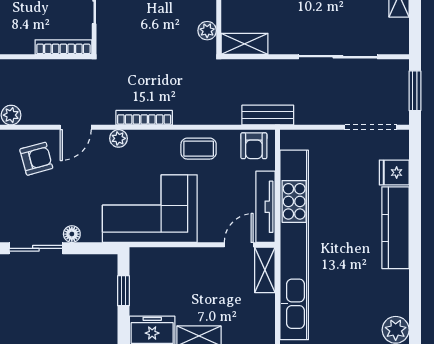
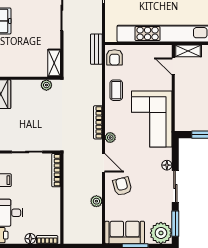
armchair: (254, 146) -> (115, 57), turned 90
tv unit: (265, 207) -> (151, 51), removed

